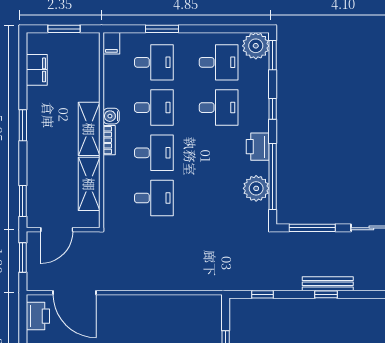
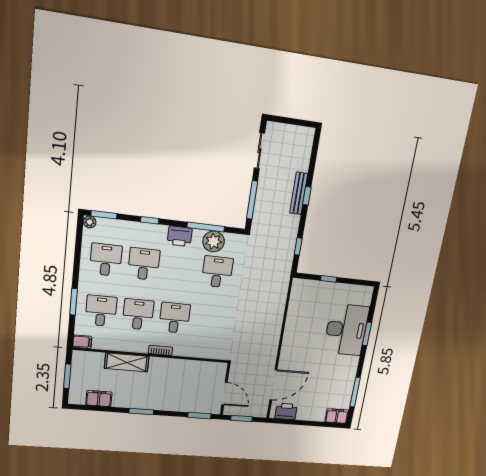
plant: (256, 46) -> (90, 222), width x0.53, depth x0.53
water cooler: (111, 116) -> (141, 347), removed
shelving: (89, 129) -> (127, 362), moved
window: (273, 177) -> (206, 227), width x0.68
shelving: (89, 184) -> (193, 368), removed
desk: (154, 198) -> (217, 272), moved

